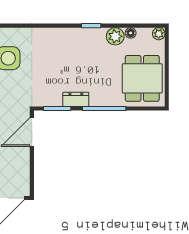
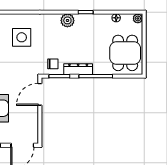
plant: (115, 36) -> (67, 20), moved
chair: (49, 93) -> (53, 64), added
dresser: (76, 99) -> (78, 69), width x1.44

